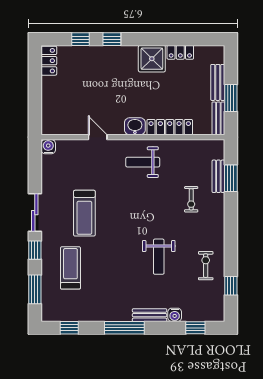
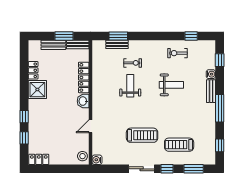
stool: (54, 125) -> (82, 156), added
weight bench: (143, 162) -> (130, 86), moved, turned 180

